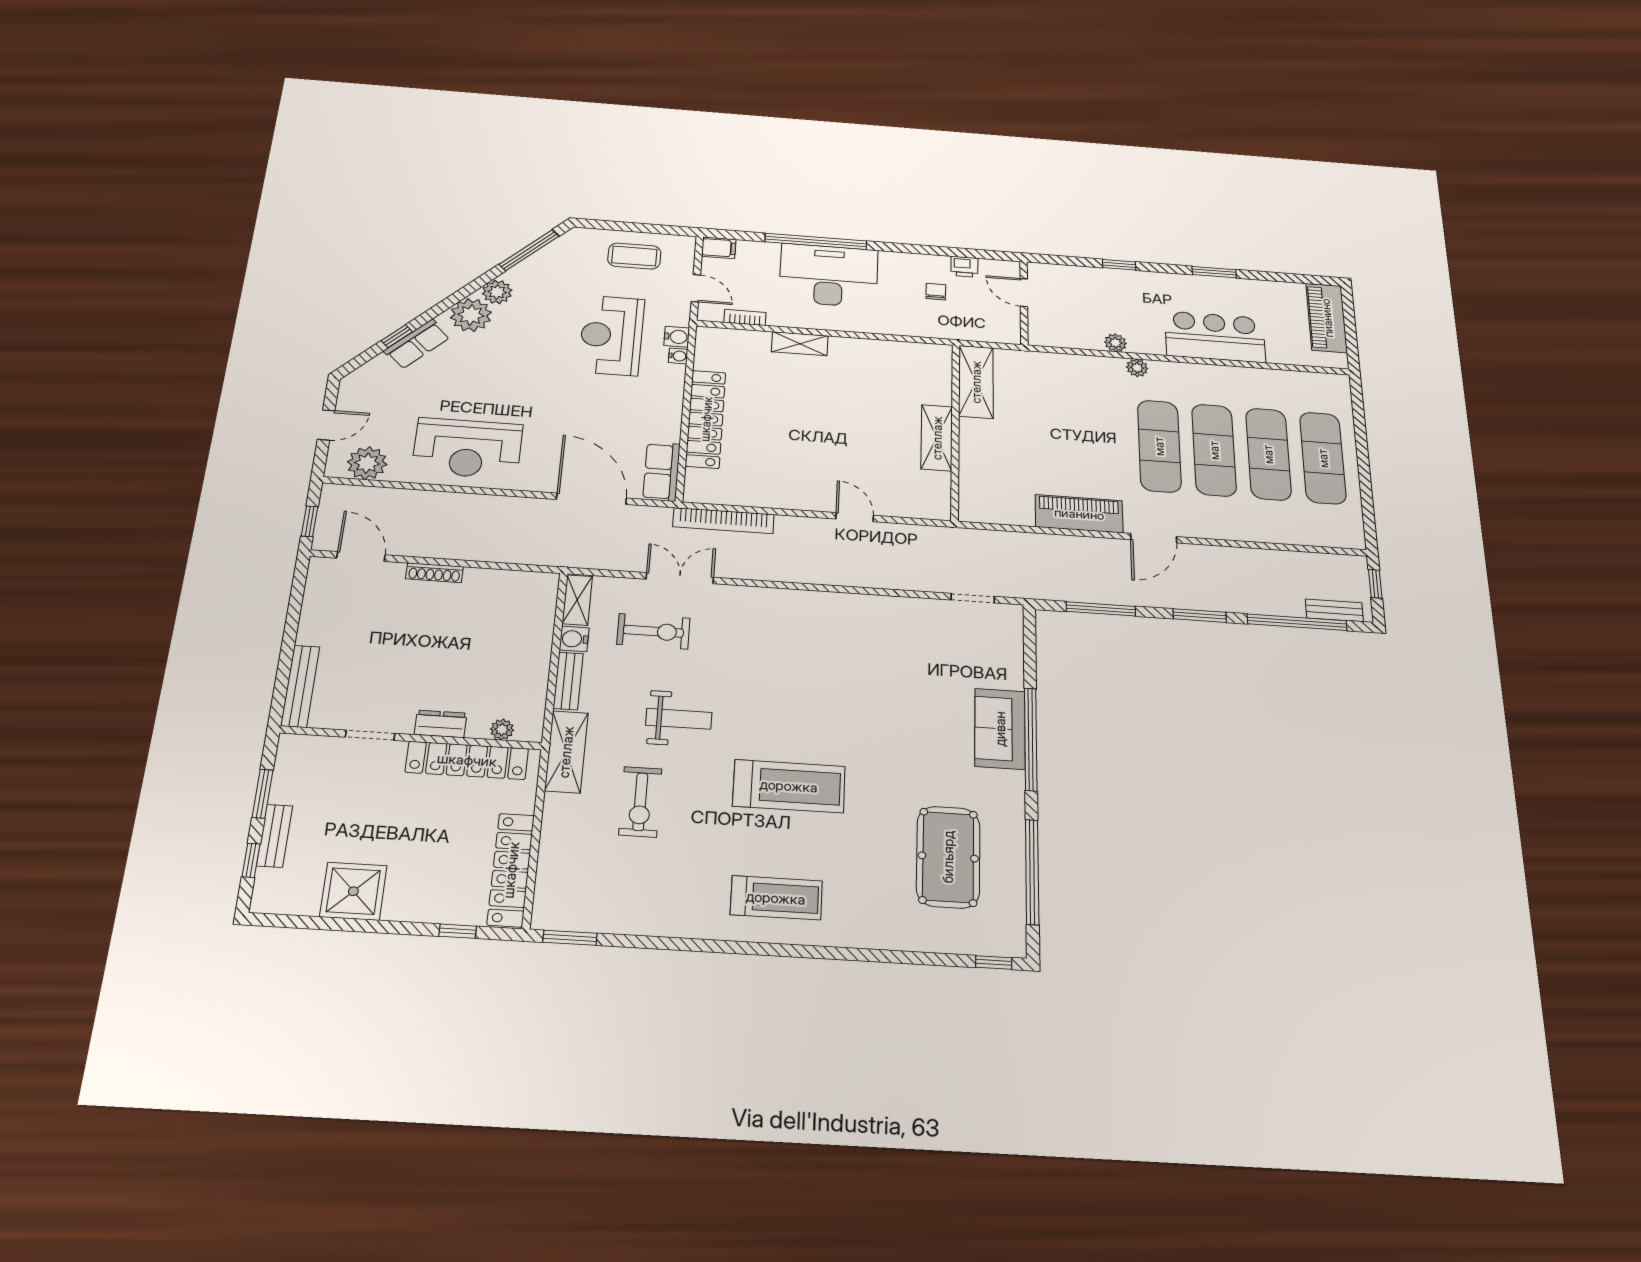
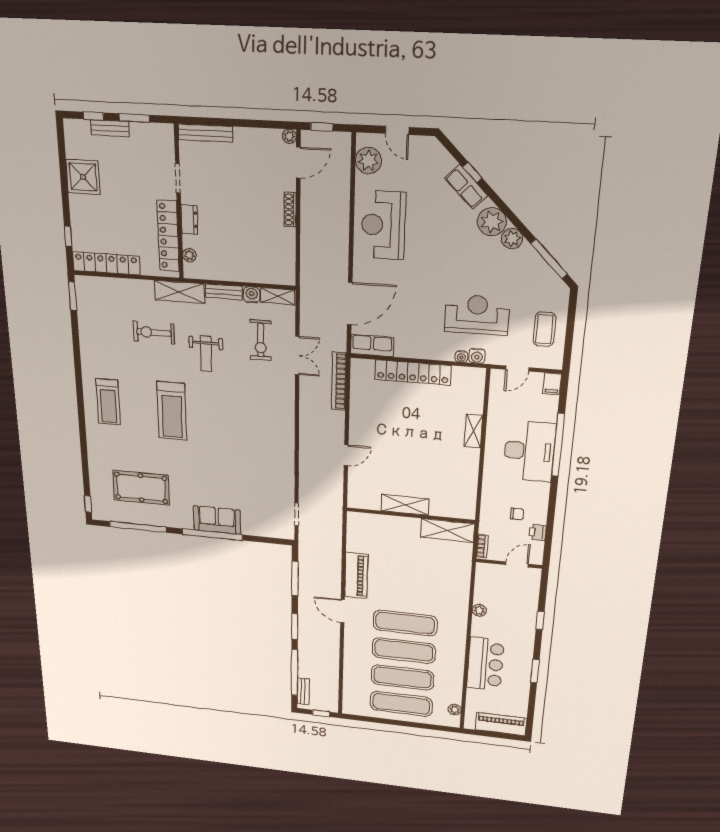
bookcase: (745, 317) -> (482, 546), moved
plant: (1137, 368) -> (455, 710), moved
plant: (319, 566) -> (289, 136), added

